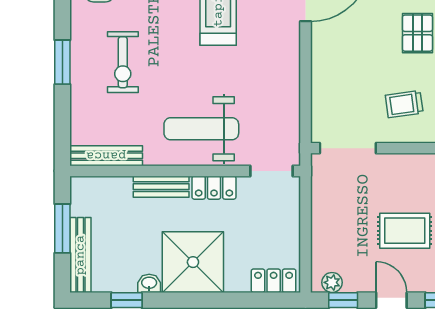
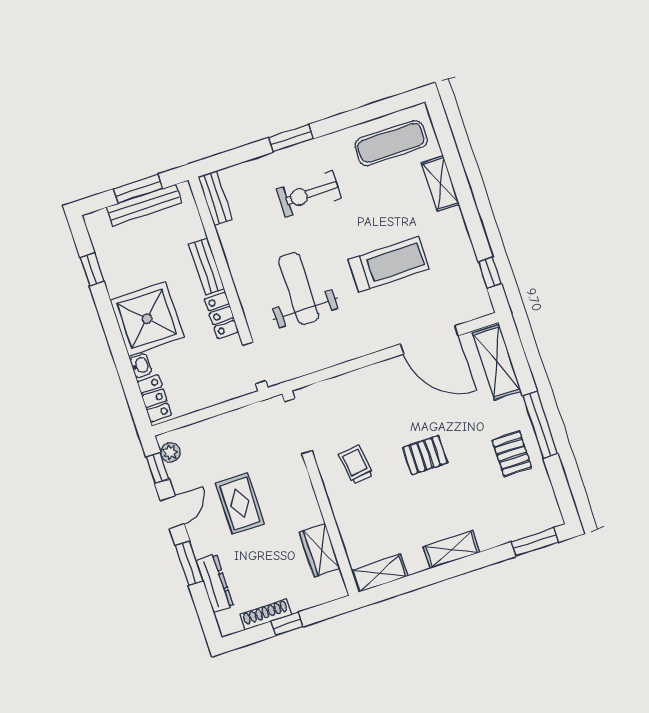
weight bench: (201, 129) -> (299, 288), moved
bench: (106, 156) -> (215, 198), width x0.73
bench: (80, 255) -> (144, 205), moved
washbasin: (149, 283) -> (141, 365), moved

